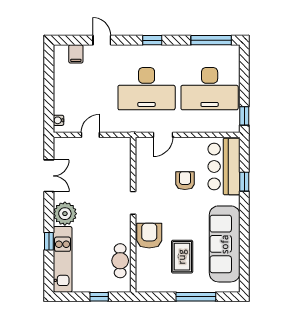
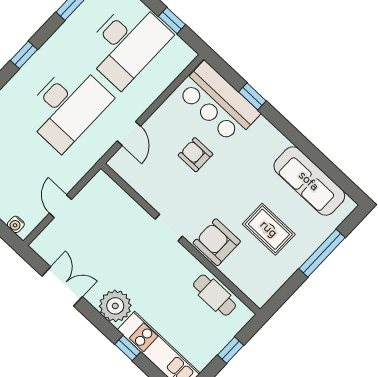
window: (244, 116) -> (172, 20), moved
sofa: (225, 244) -> (309, 181), width x0.74, depth x0.79

